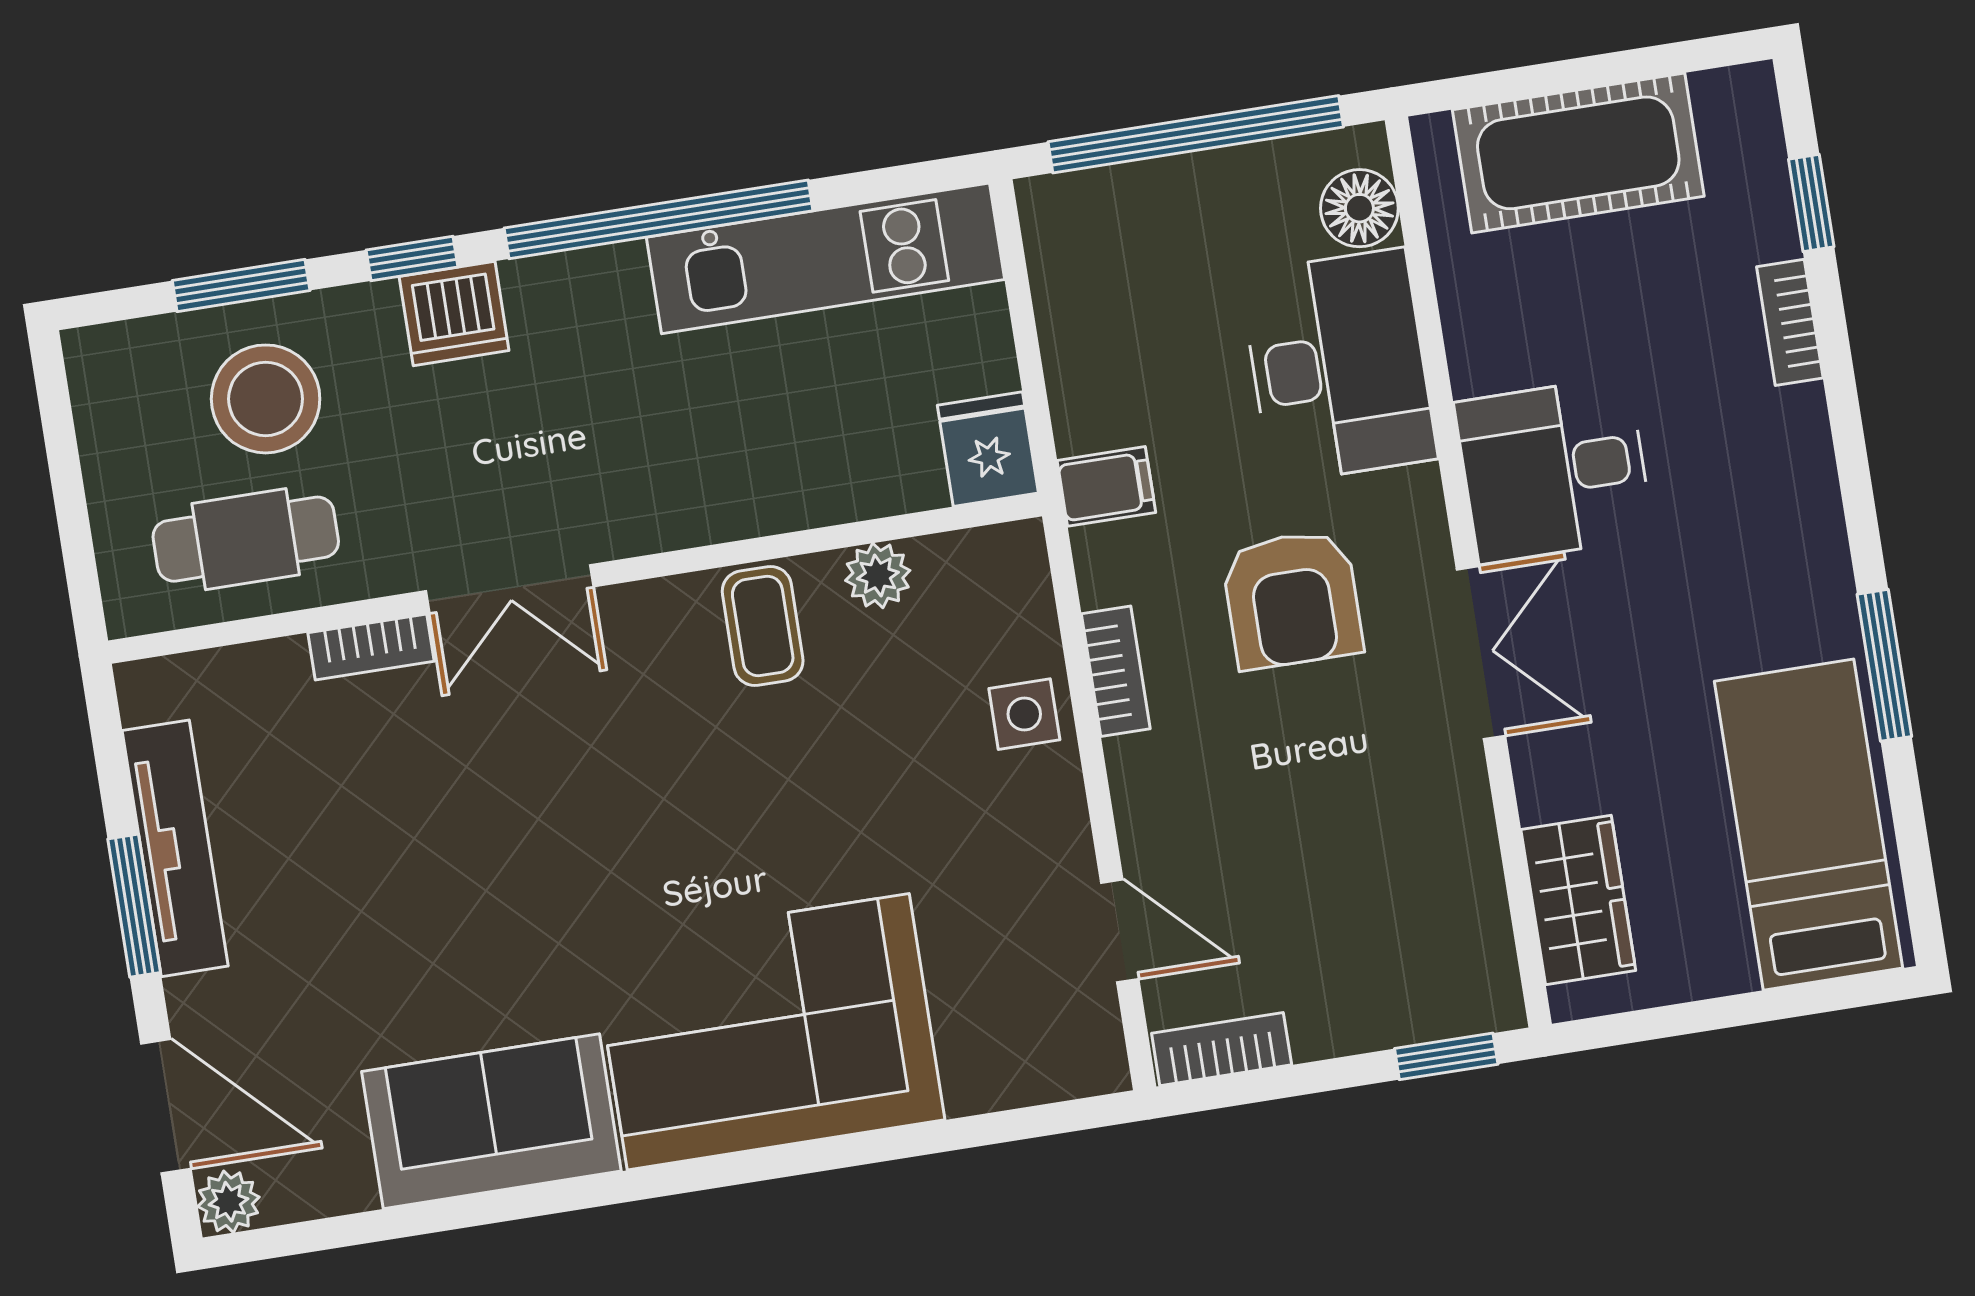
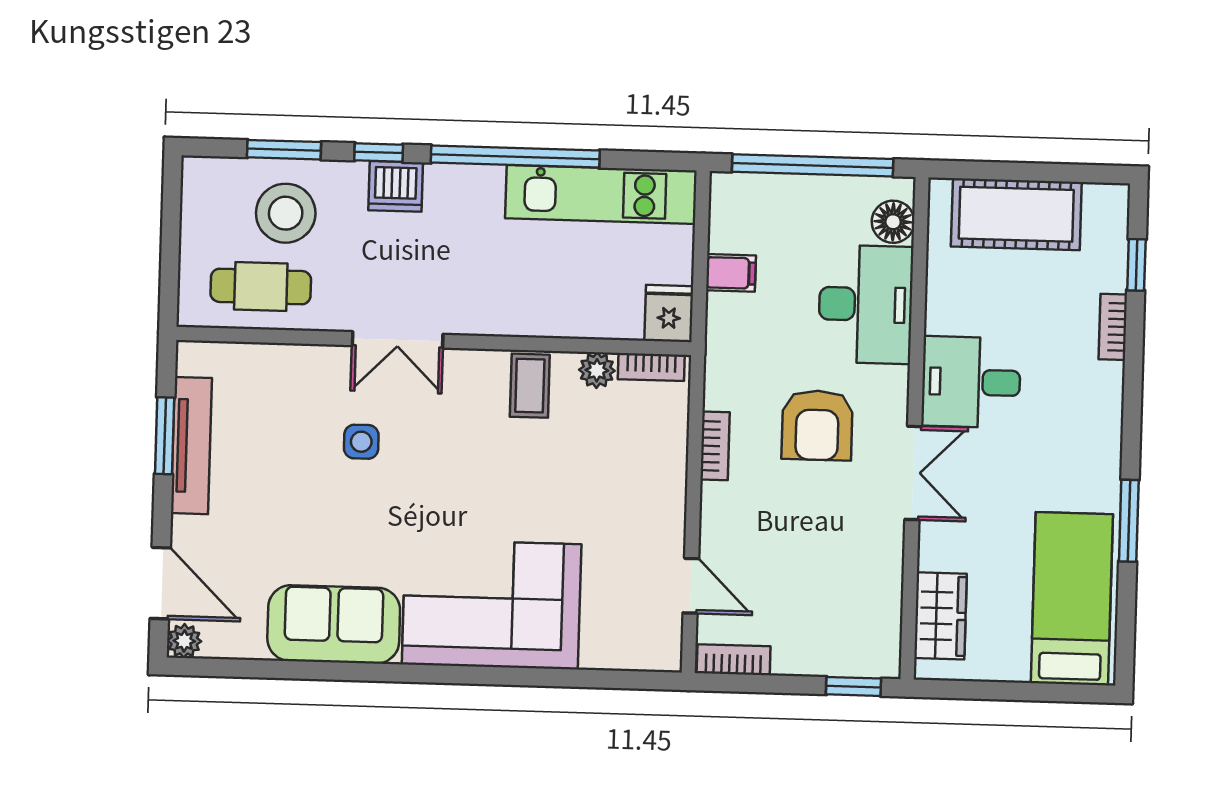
filing cabinet: (1106, 486) -> (731, 273), moved
bookcase: (371, 647) -> (651, 367), moved
side table: (1024, 714) -> (361, 442), moved
window: (134, 906) -> (165, 436), moved

